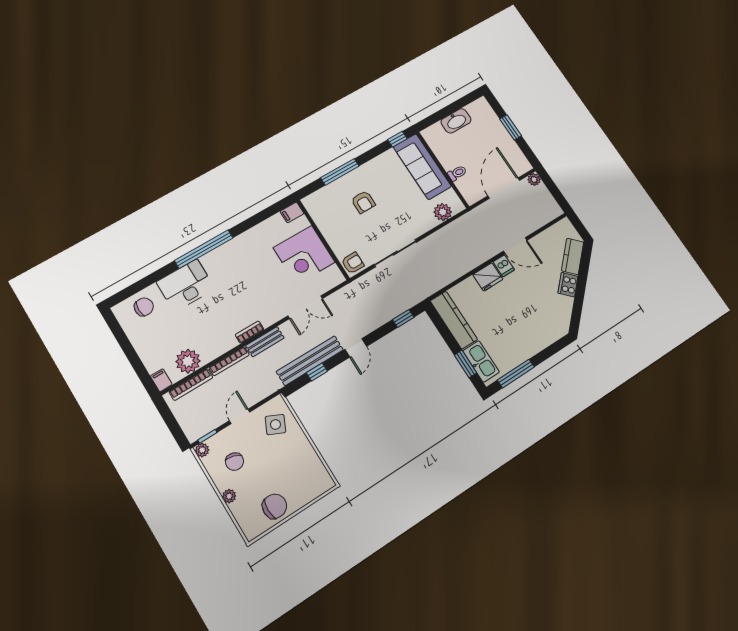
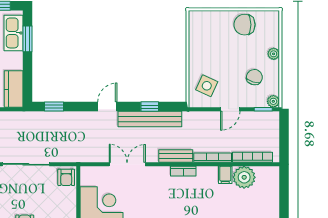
armchair: (353, 263) -> (66, 177), turned -90
kitchen counter: (454, 320) -> (14, 89), width x0.67
filing cabinet: (161, 380) -> (225, 175), moved

